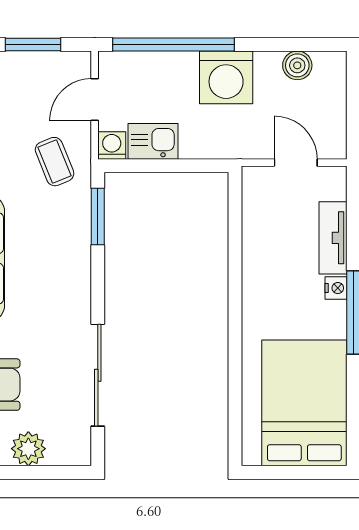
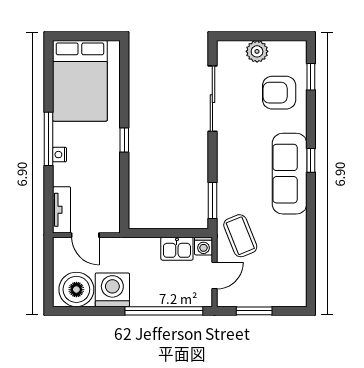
boiler: (297, 65) -> (76, 289), width x1.86, depth x1.86
washing machine: (226, 77) -> (112, 290), moved
coffee table: (55, 162) -> (240, 236), width x1.36, depth x1.30
tv unit: (333, 238) -> (61, 210), moved
window: (235, 311) -> (124, 140), added

